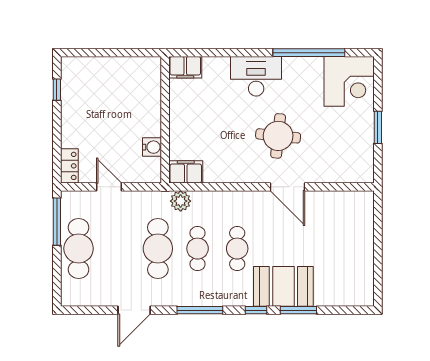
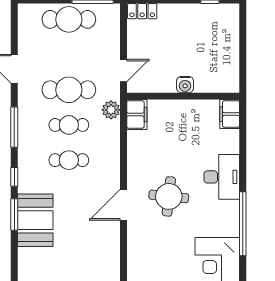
water cooler: (152, 147) -> (185, 85), moved
door: (109, 187) -> (123, 70), moved
booth: (283, 286) -> (35, 220), moved

